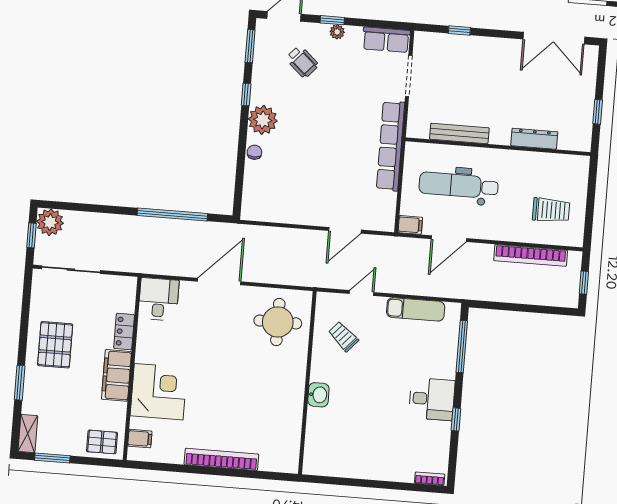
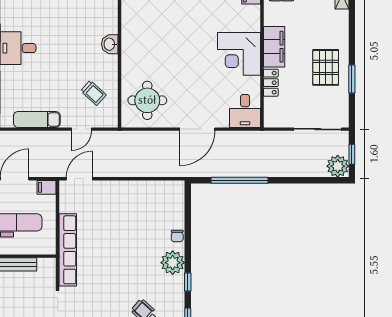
door: (345, 230) -> (79, 179), moved
window: (20, 383) -> (352, 79), moved
corner desk: (159, 392) -> (239, 54), moved

